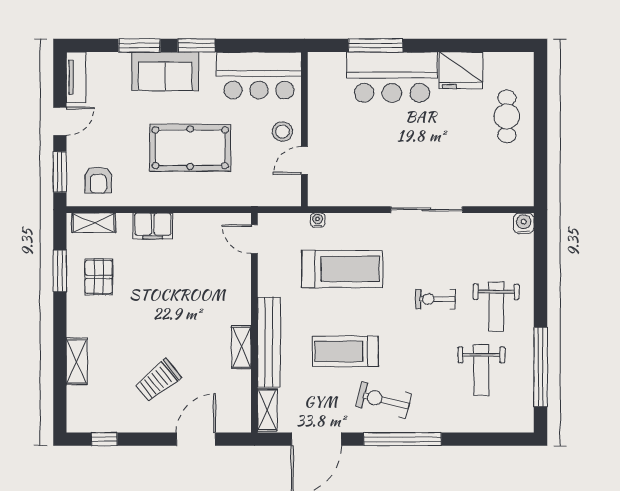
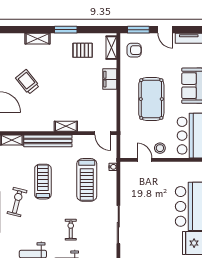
armchair: (98, 180) -> (134, 50), turned 180
door: (254, 239) -> (103, 133), swing flipped
window: (60, 271) -> (66, 30), moved
shelving: (241, 347) -> (66, 126), moved

